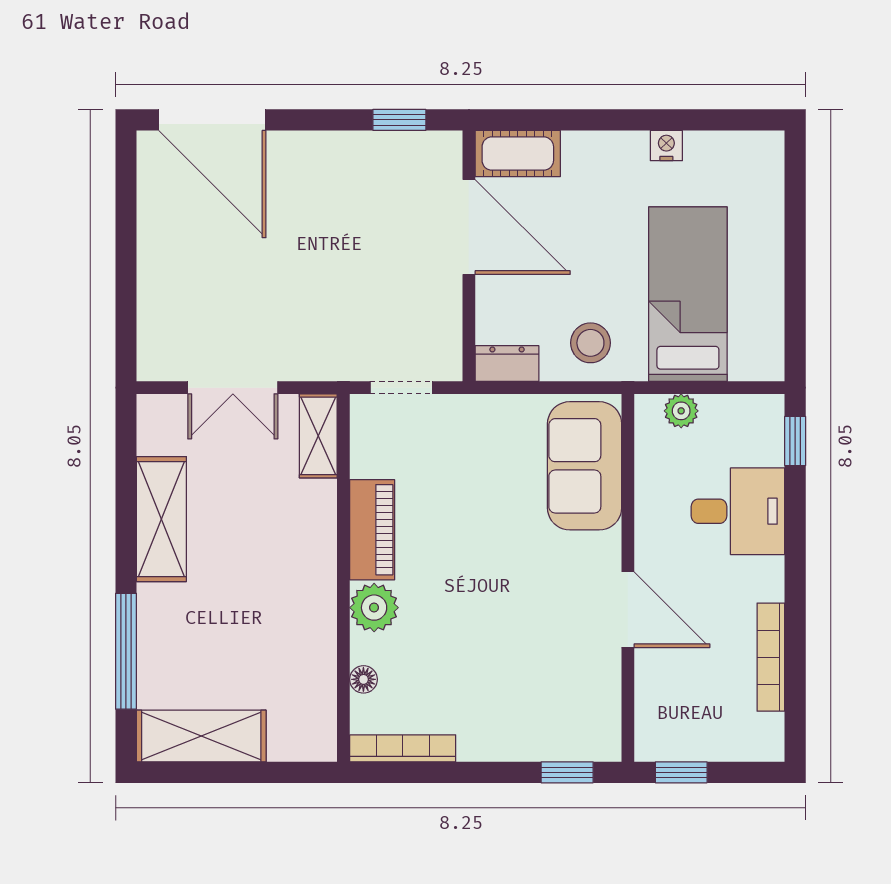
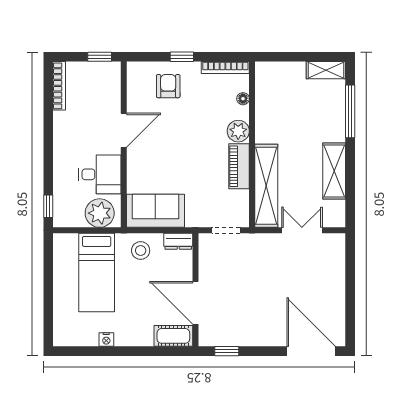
plant: (681, 411) -> (100, 213), width x1.88, depth x1.88
shelving: (318, 436) -> (266, 186), width x2.20, depth x1.33
sofa: (585, 466) -> (155, 211), moved, turned -90
desk: (738, 511) -> (100, 174), moved, turned 180
door: (628, 610) -> (124, 130), swing flipped
bookcase: (771, 657) -> (59, 86), moved
armchair: (529, 707) -> (168, 86), added
shelving: (201, 736) -> (326, 70), width x0.67, depth x0.75
window: (567, 772) -> (182, 57), moved

